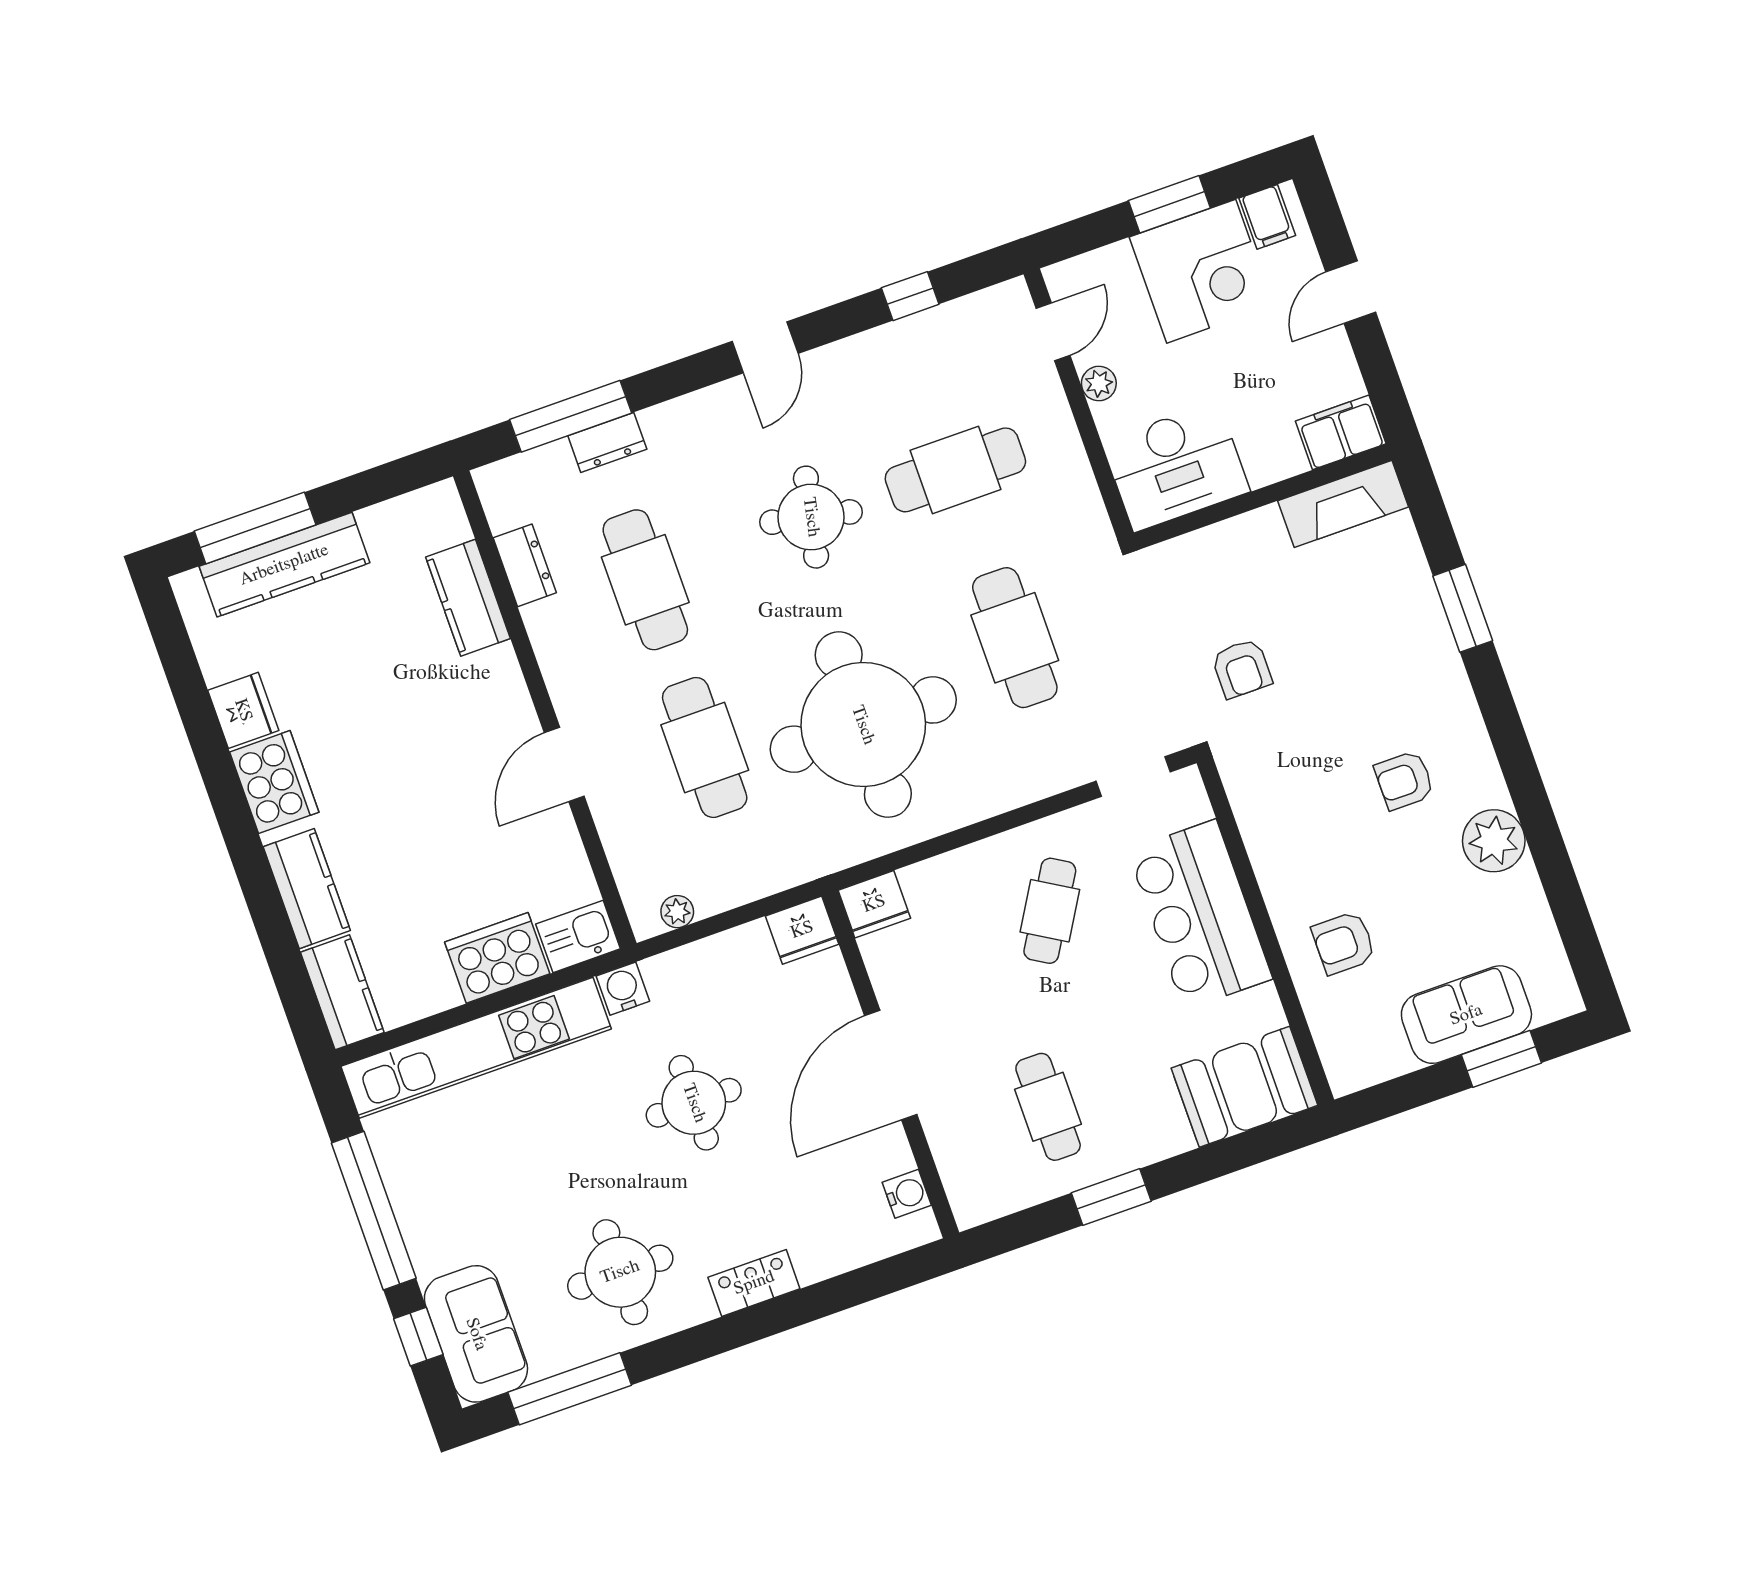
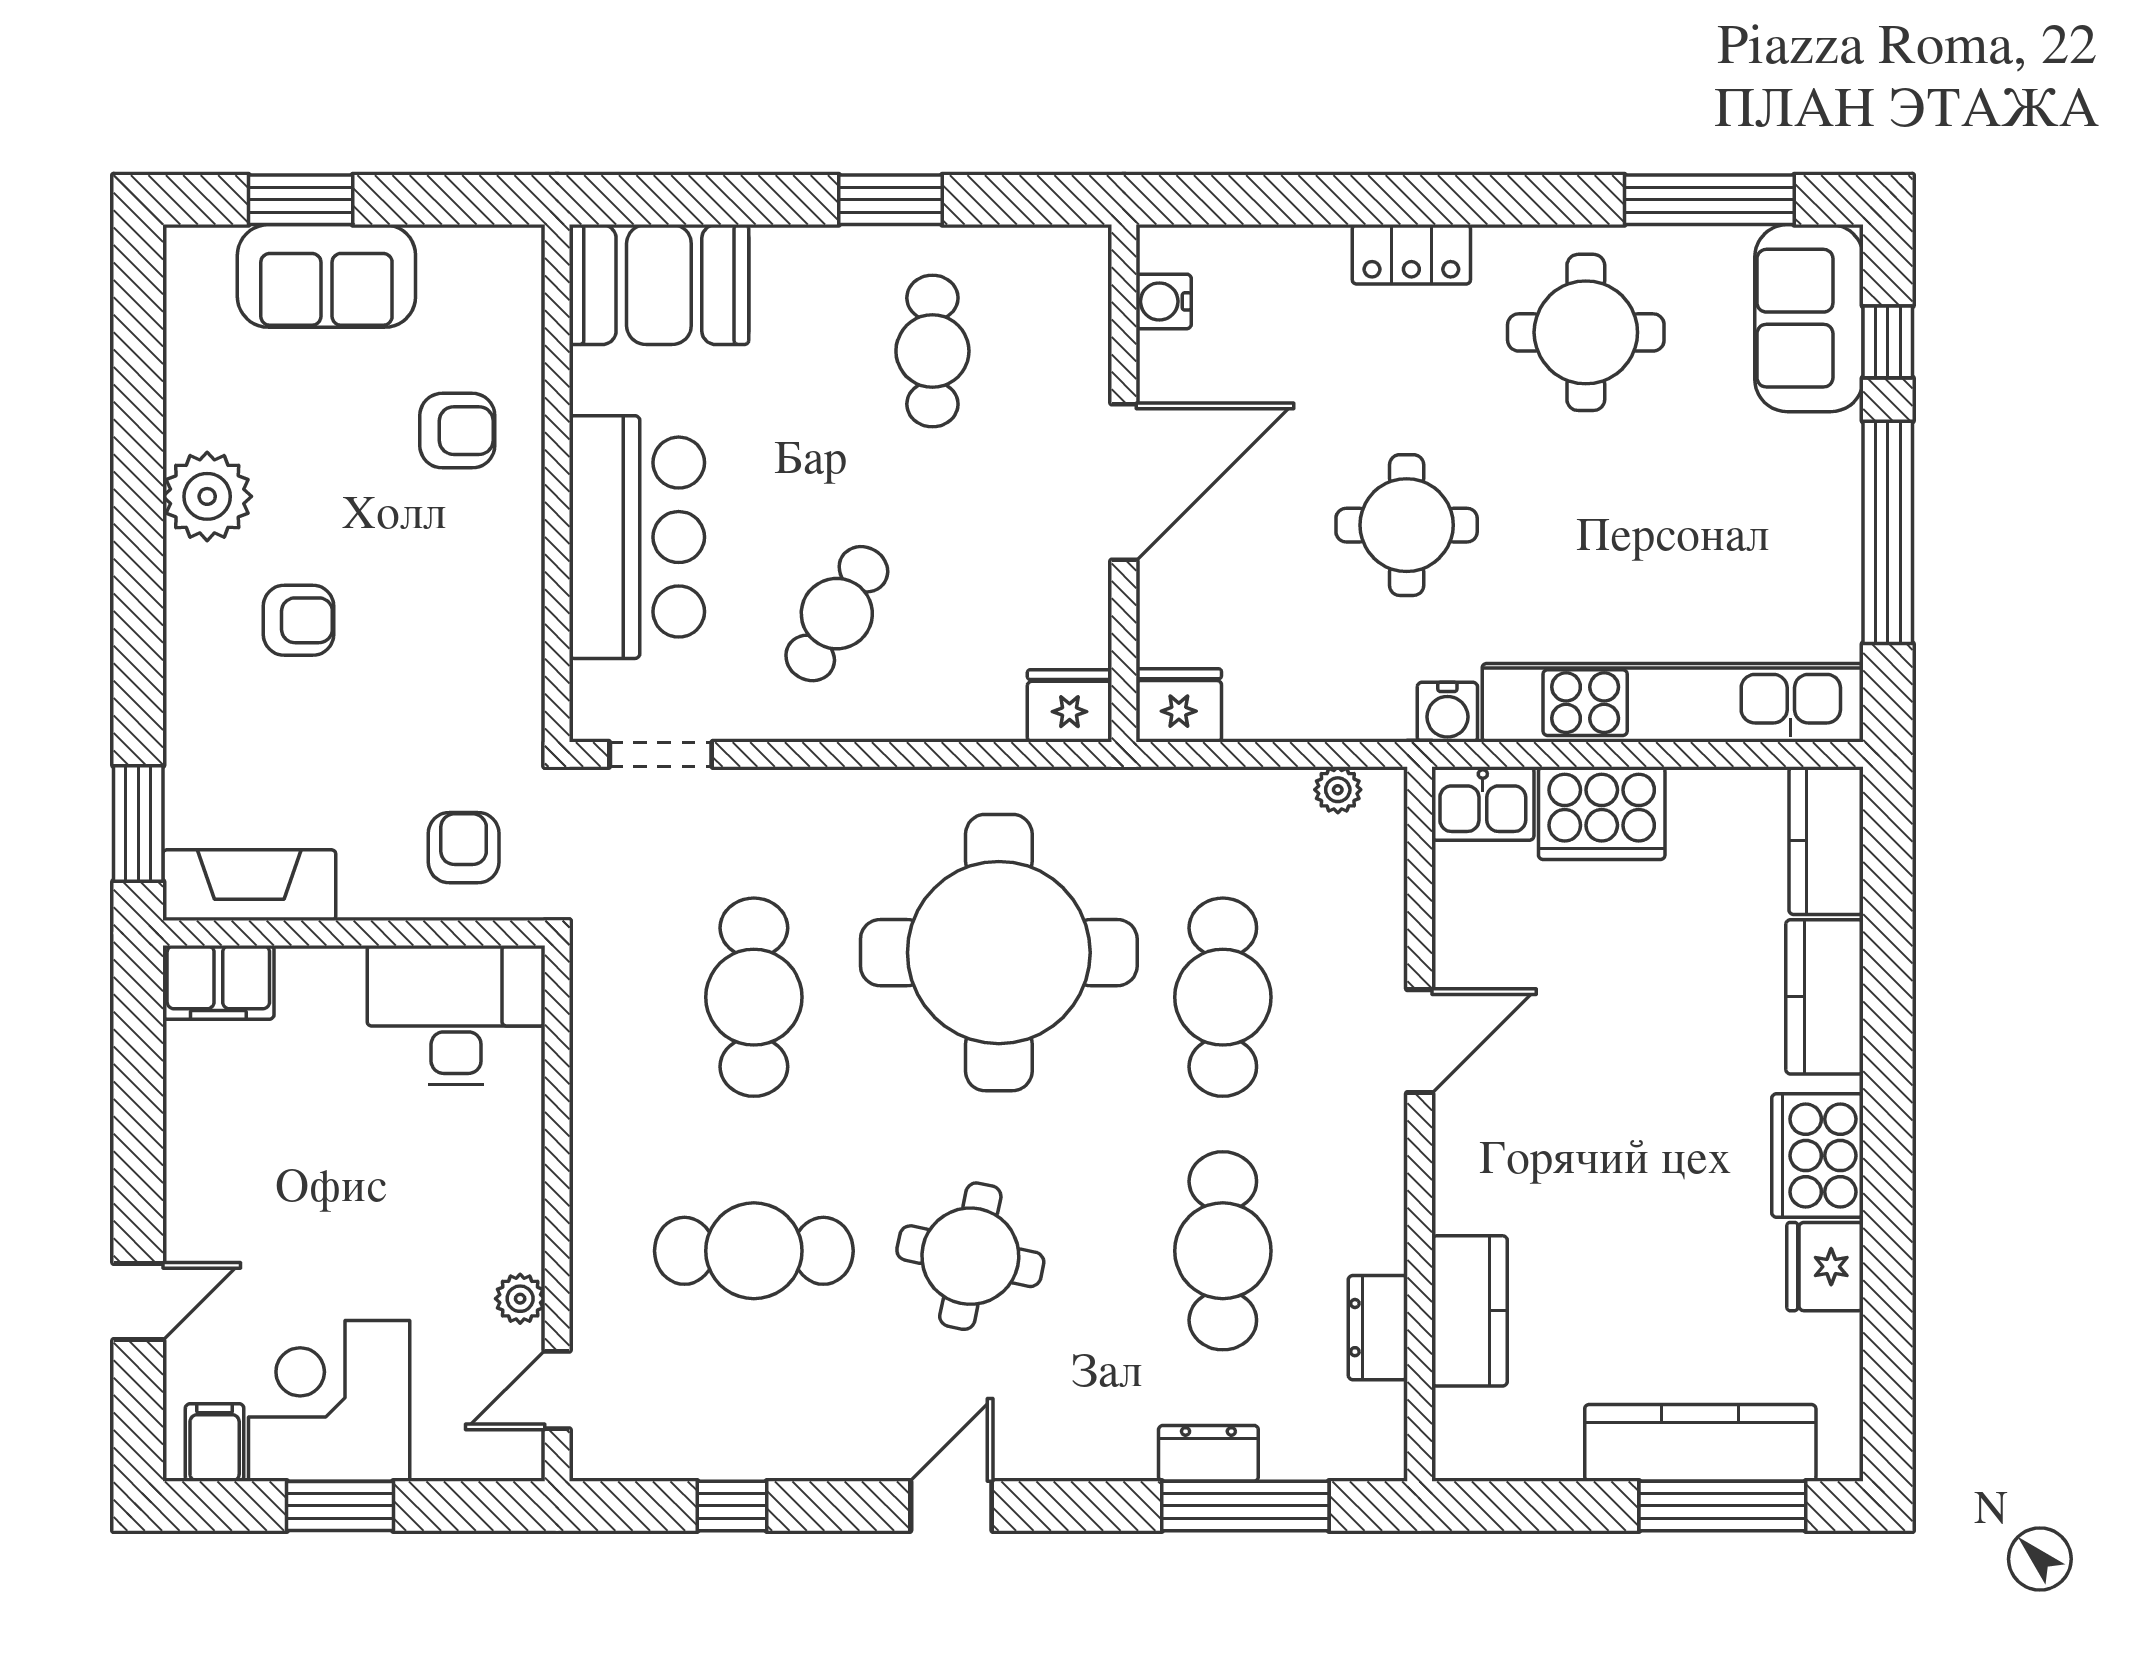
filing cabinet: (1341, 432) -> (218, 982), moved
desk: (1176, 466) -> (456, 1015), moved
wall: (1263, 497) -> (354, 933), moved
fireplace: (1343, 504) -> (249, 885), moved

